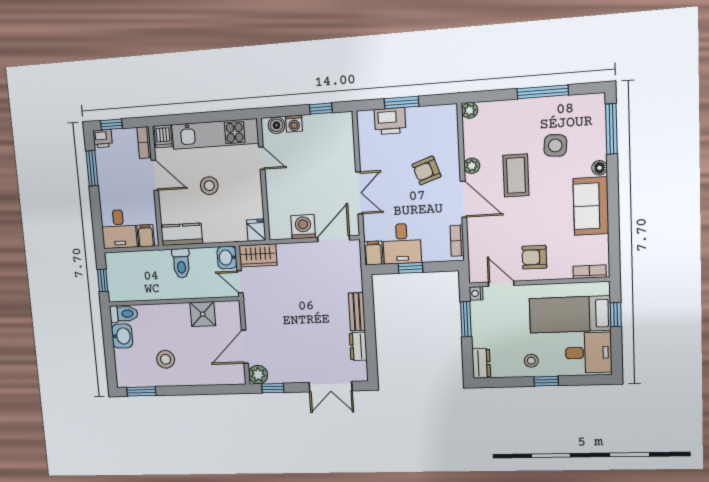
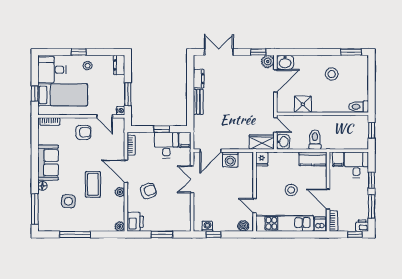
printer: (390, 121) -> (135, 222), moved, turned 90
washing machine: (294, 124) -> (207, 226), moved
window: (96, 207) -> (372, 180), added
washbasin: (122, 336) -> (285, 62), moved, turned -90

